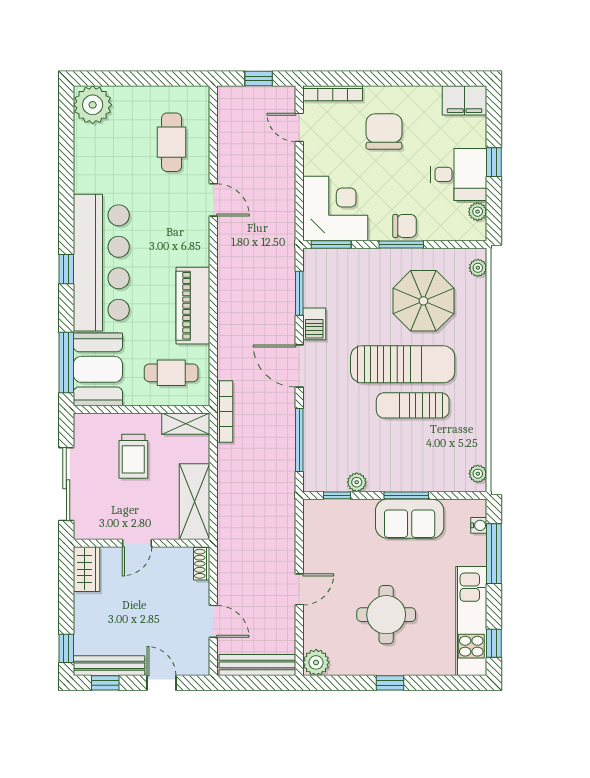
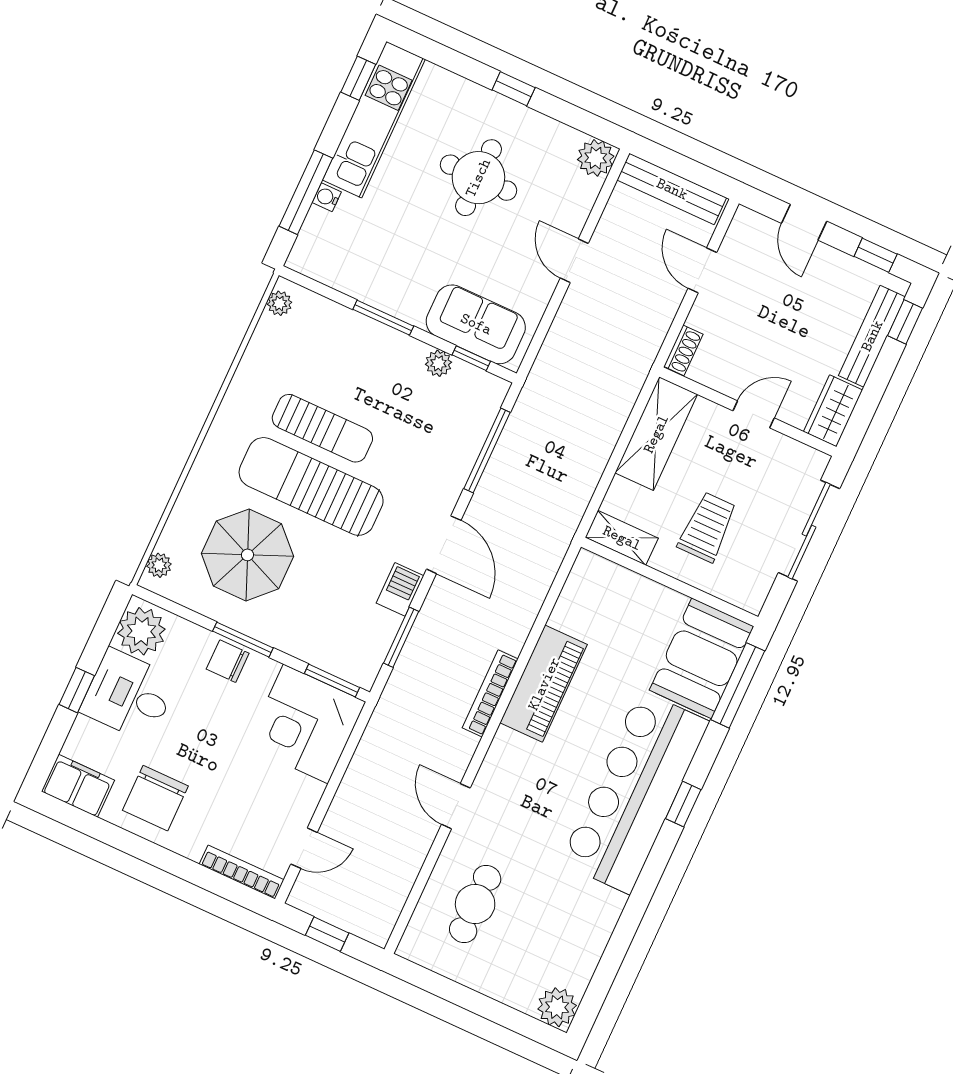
plant: (93, 105) -> (557, 1007), width x0.73, depth x0.73
door: (299, 127) -> (304, 848), hinge flipped
chair: (384, 131) -> (155, 798), moved
plant: (478, 212) -> (141, 631), width x1.88, depth x1.88
cafe table: (171, 373) -> (610, 611), removed
bookcase: (225, 412) -> (490, 693), moved
sofa: (410, 519) -> (476, 324), moved
water cooler: (479, 525) -> (327, 197), moved
door: (299, 589) -> (574, 261), hinge flipped
bench: (109, 666) -> (872, 336), moved, turned 90

